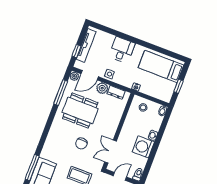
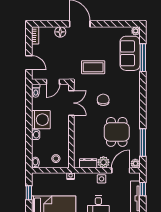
dining table: (80, 110) -> (117, 132), width x0.73

